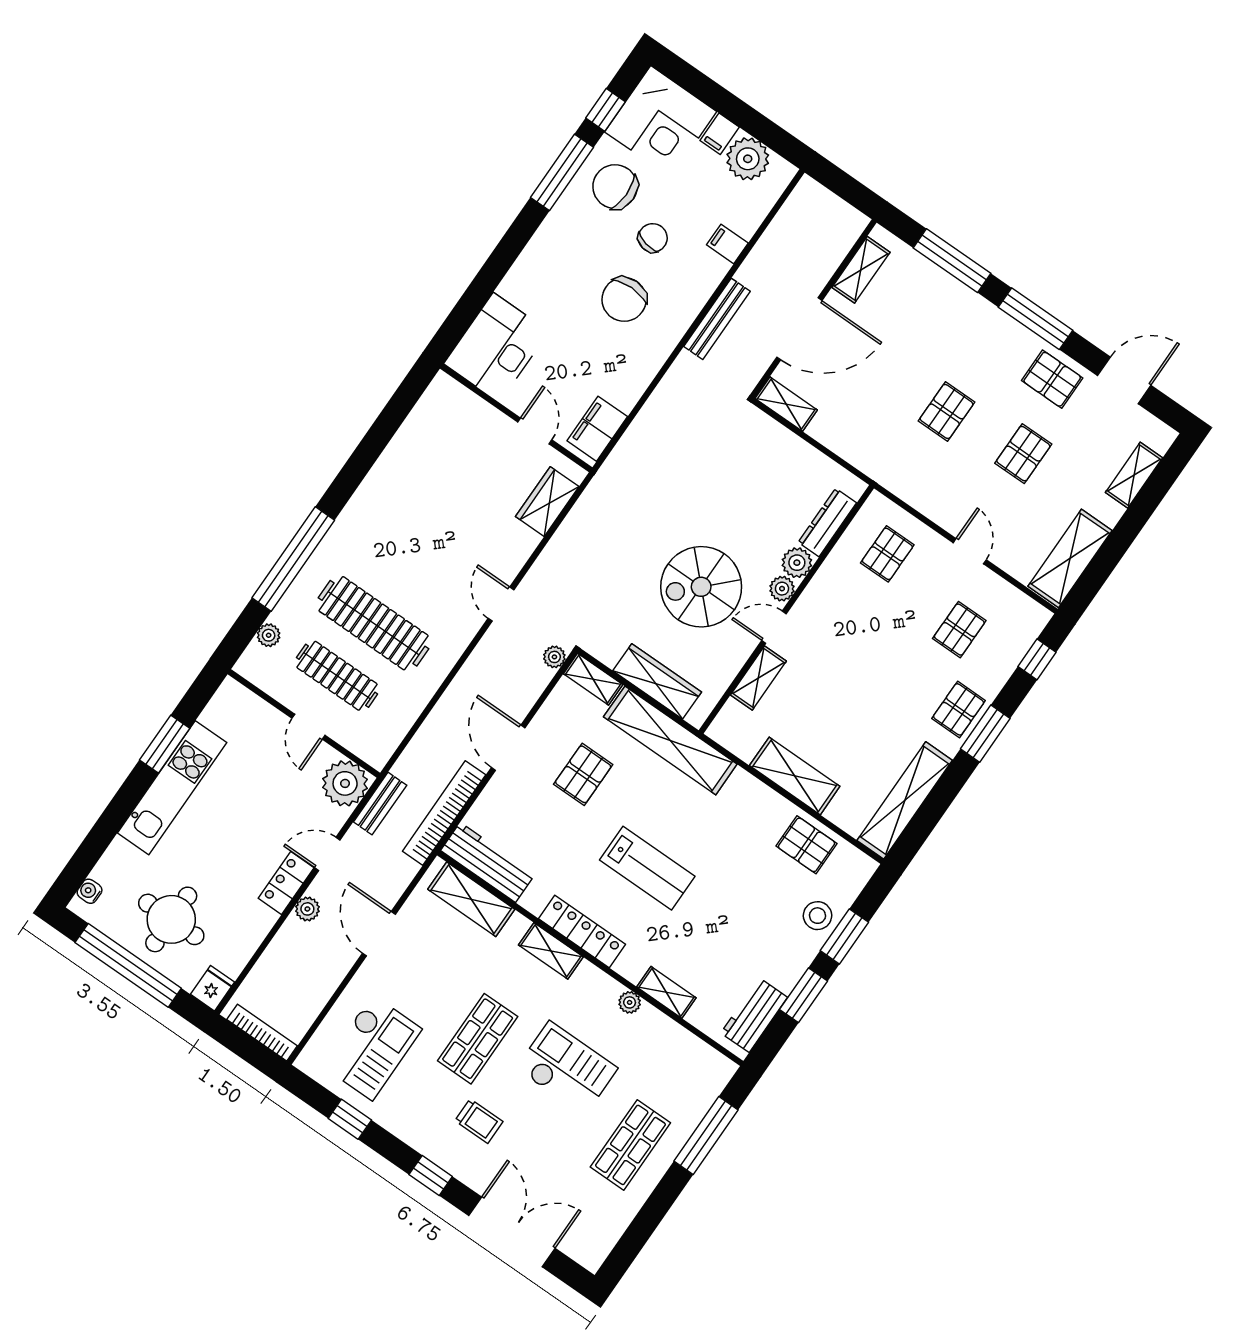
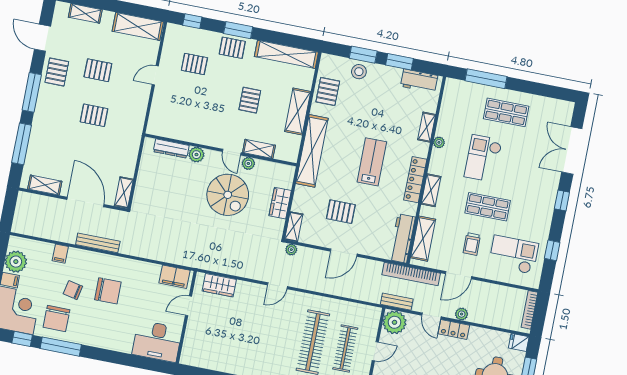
pallet: (887, 554) -> (250, 100), moved, turned 90
plant: (782, 589) -> (248, 163), moved
wardrobe: (657, 681) -> (280, 203), width x0.67
shelving: (670, 740) -> (312, 151), moved
bookcase: (444, 813) -> (411, 274), moved
trolley: (479, 1121) -> (472, 244), moved, turned 180

